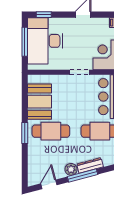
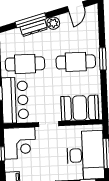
booth: (40, 102) -> (80, 108), moved, turned 90
window: (83, 175) -> (31, 20), moved

